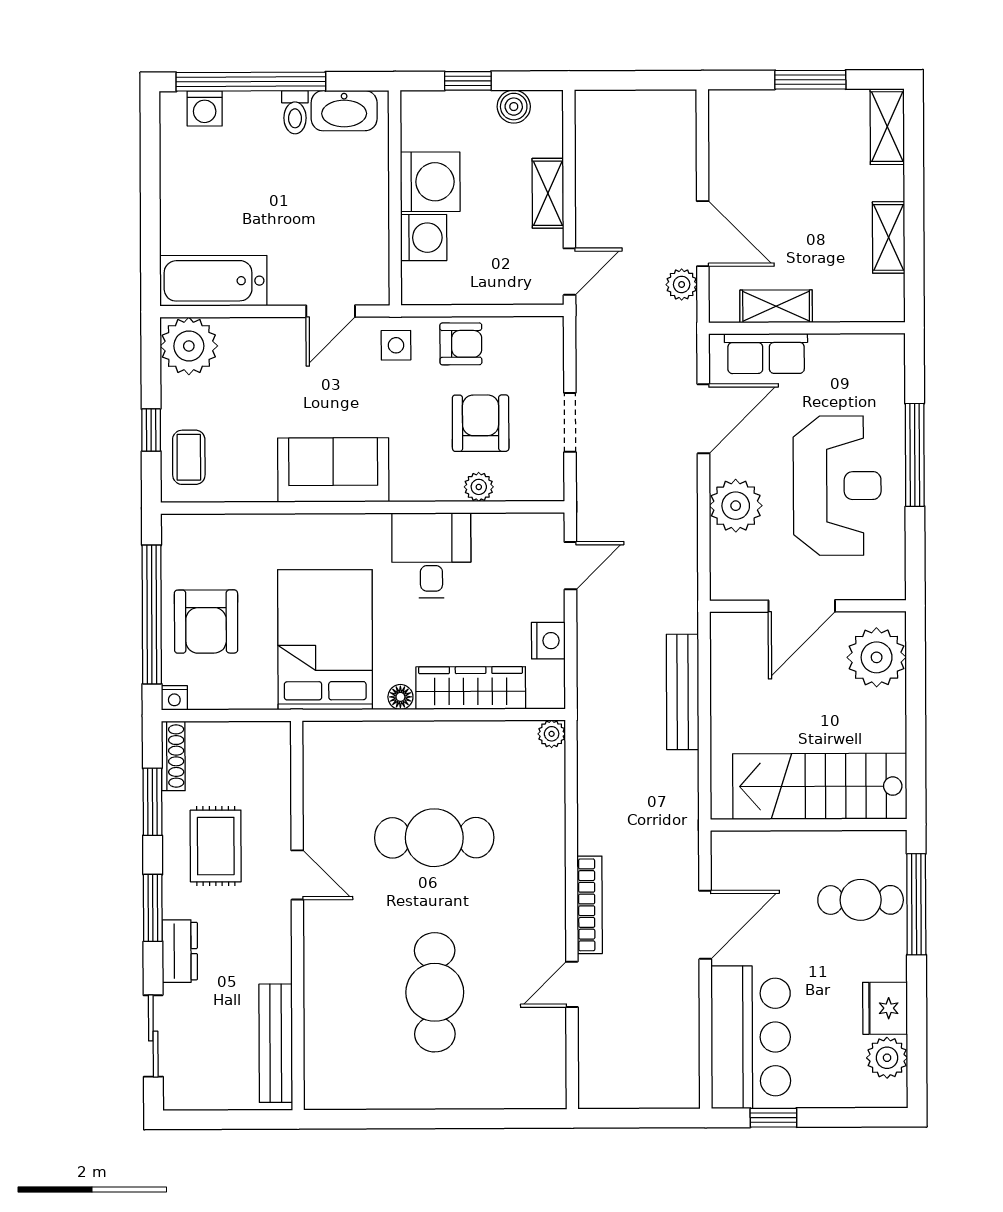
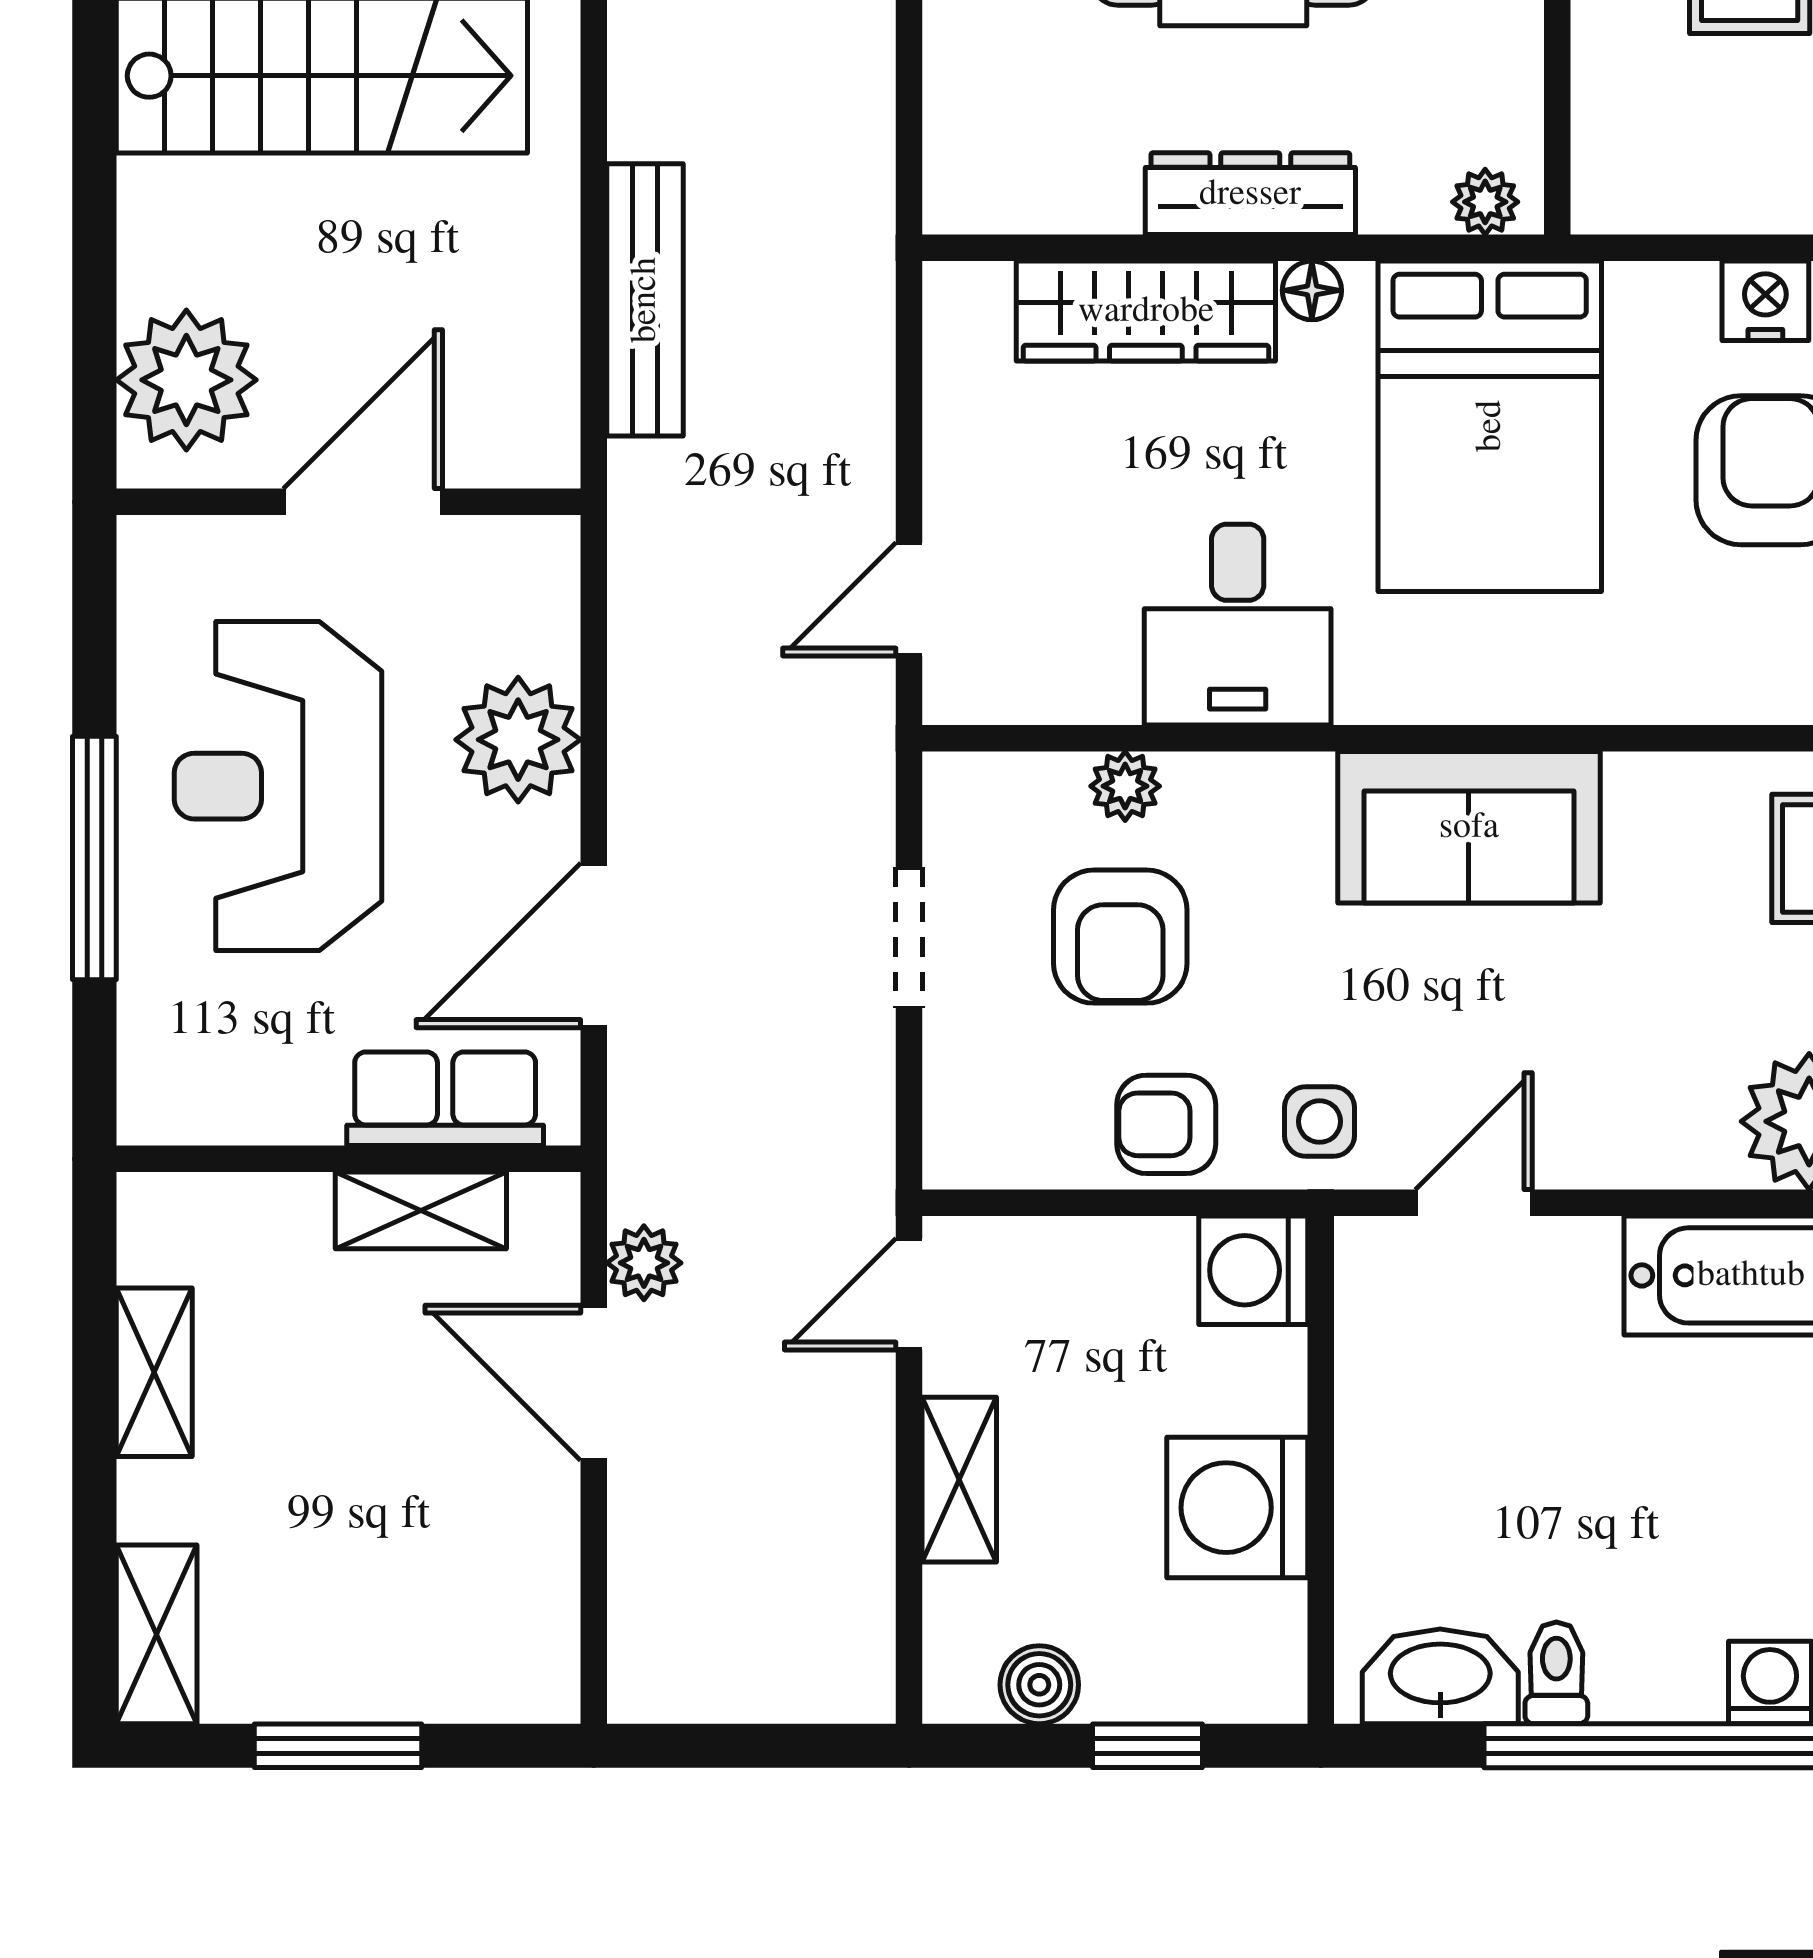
washing machine: (424, 238) -> (1253, 1270), moved
nightstand: (548, 641) -> (1765, 301), moved, turned 90
plant: (552, 734) -> (1485, 202), moved
dresser: (427, 738) -> (1250, 194), added

